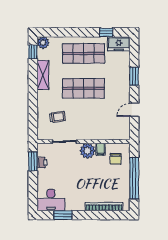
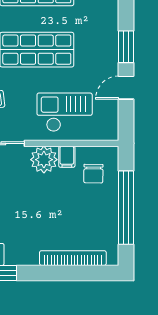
window: (134, 76) -> (126, 47), moved
checkout: (99, 124) -> (65, 112), added

